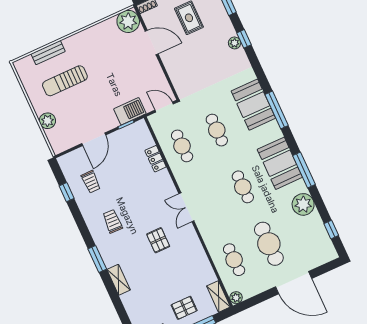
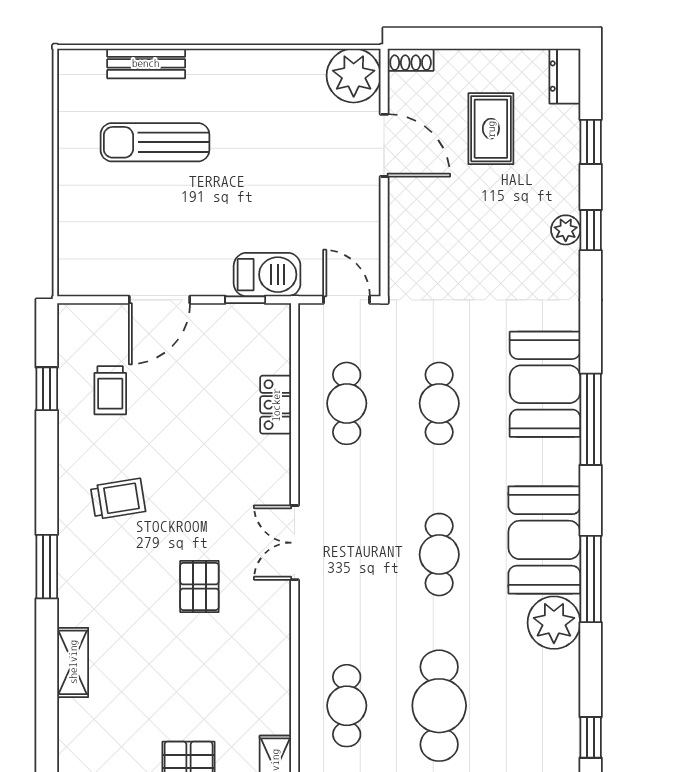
plant: (47, 121) -> (76, 213), removed
plant: (303, 204) -> (554, 623), moved
trolley: (112, 221) -> (118, 499), turned 79
shelving: (119, 280) -> (73, 662), moved

